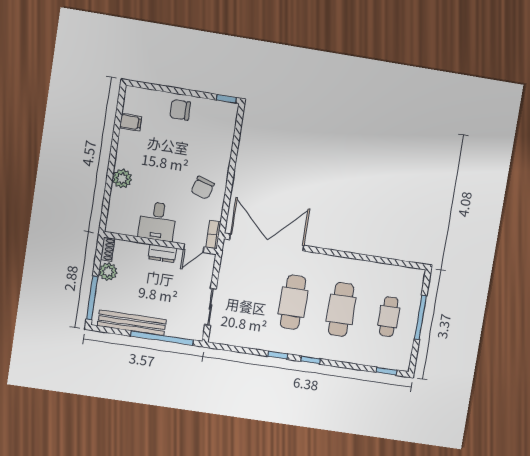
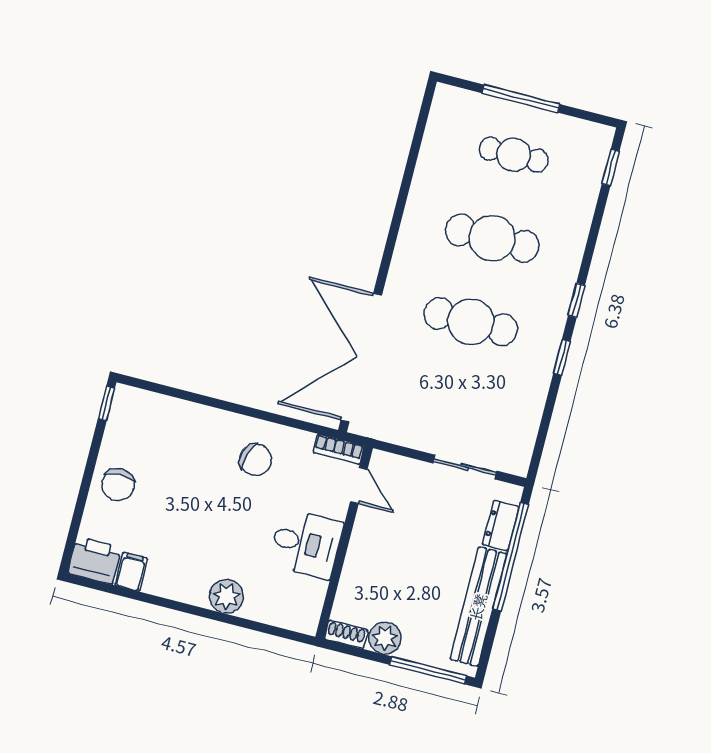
printer: (135, 100) -> (95, 560), added
dresser: (162, 253) -> (501, 526), moved, turned 180

